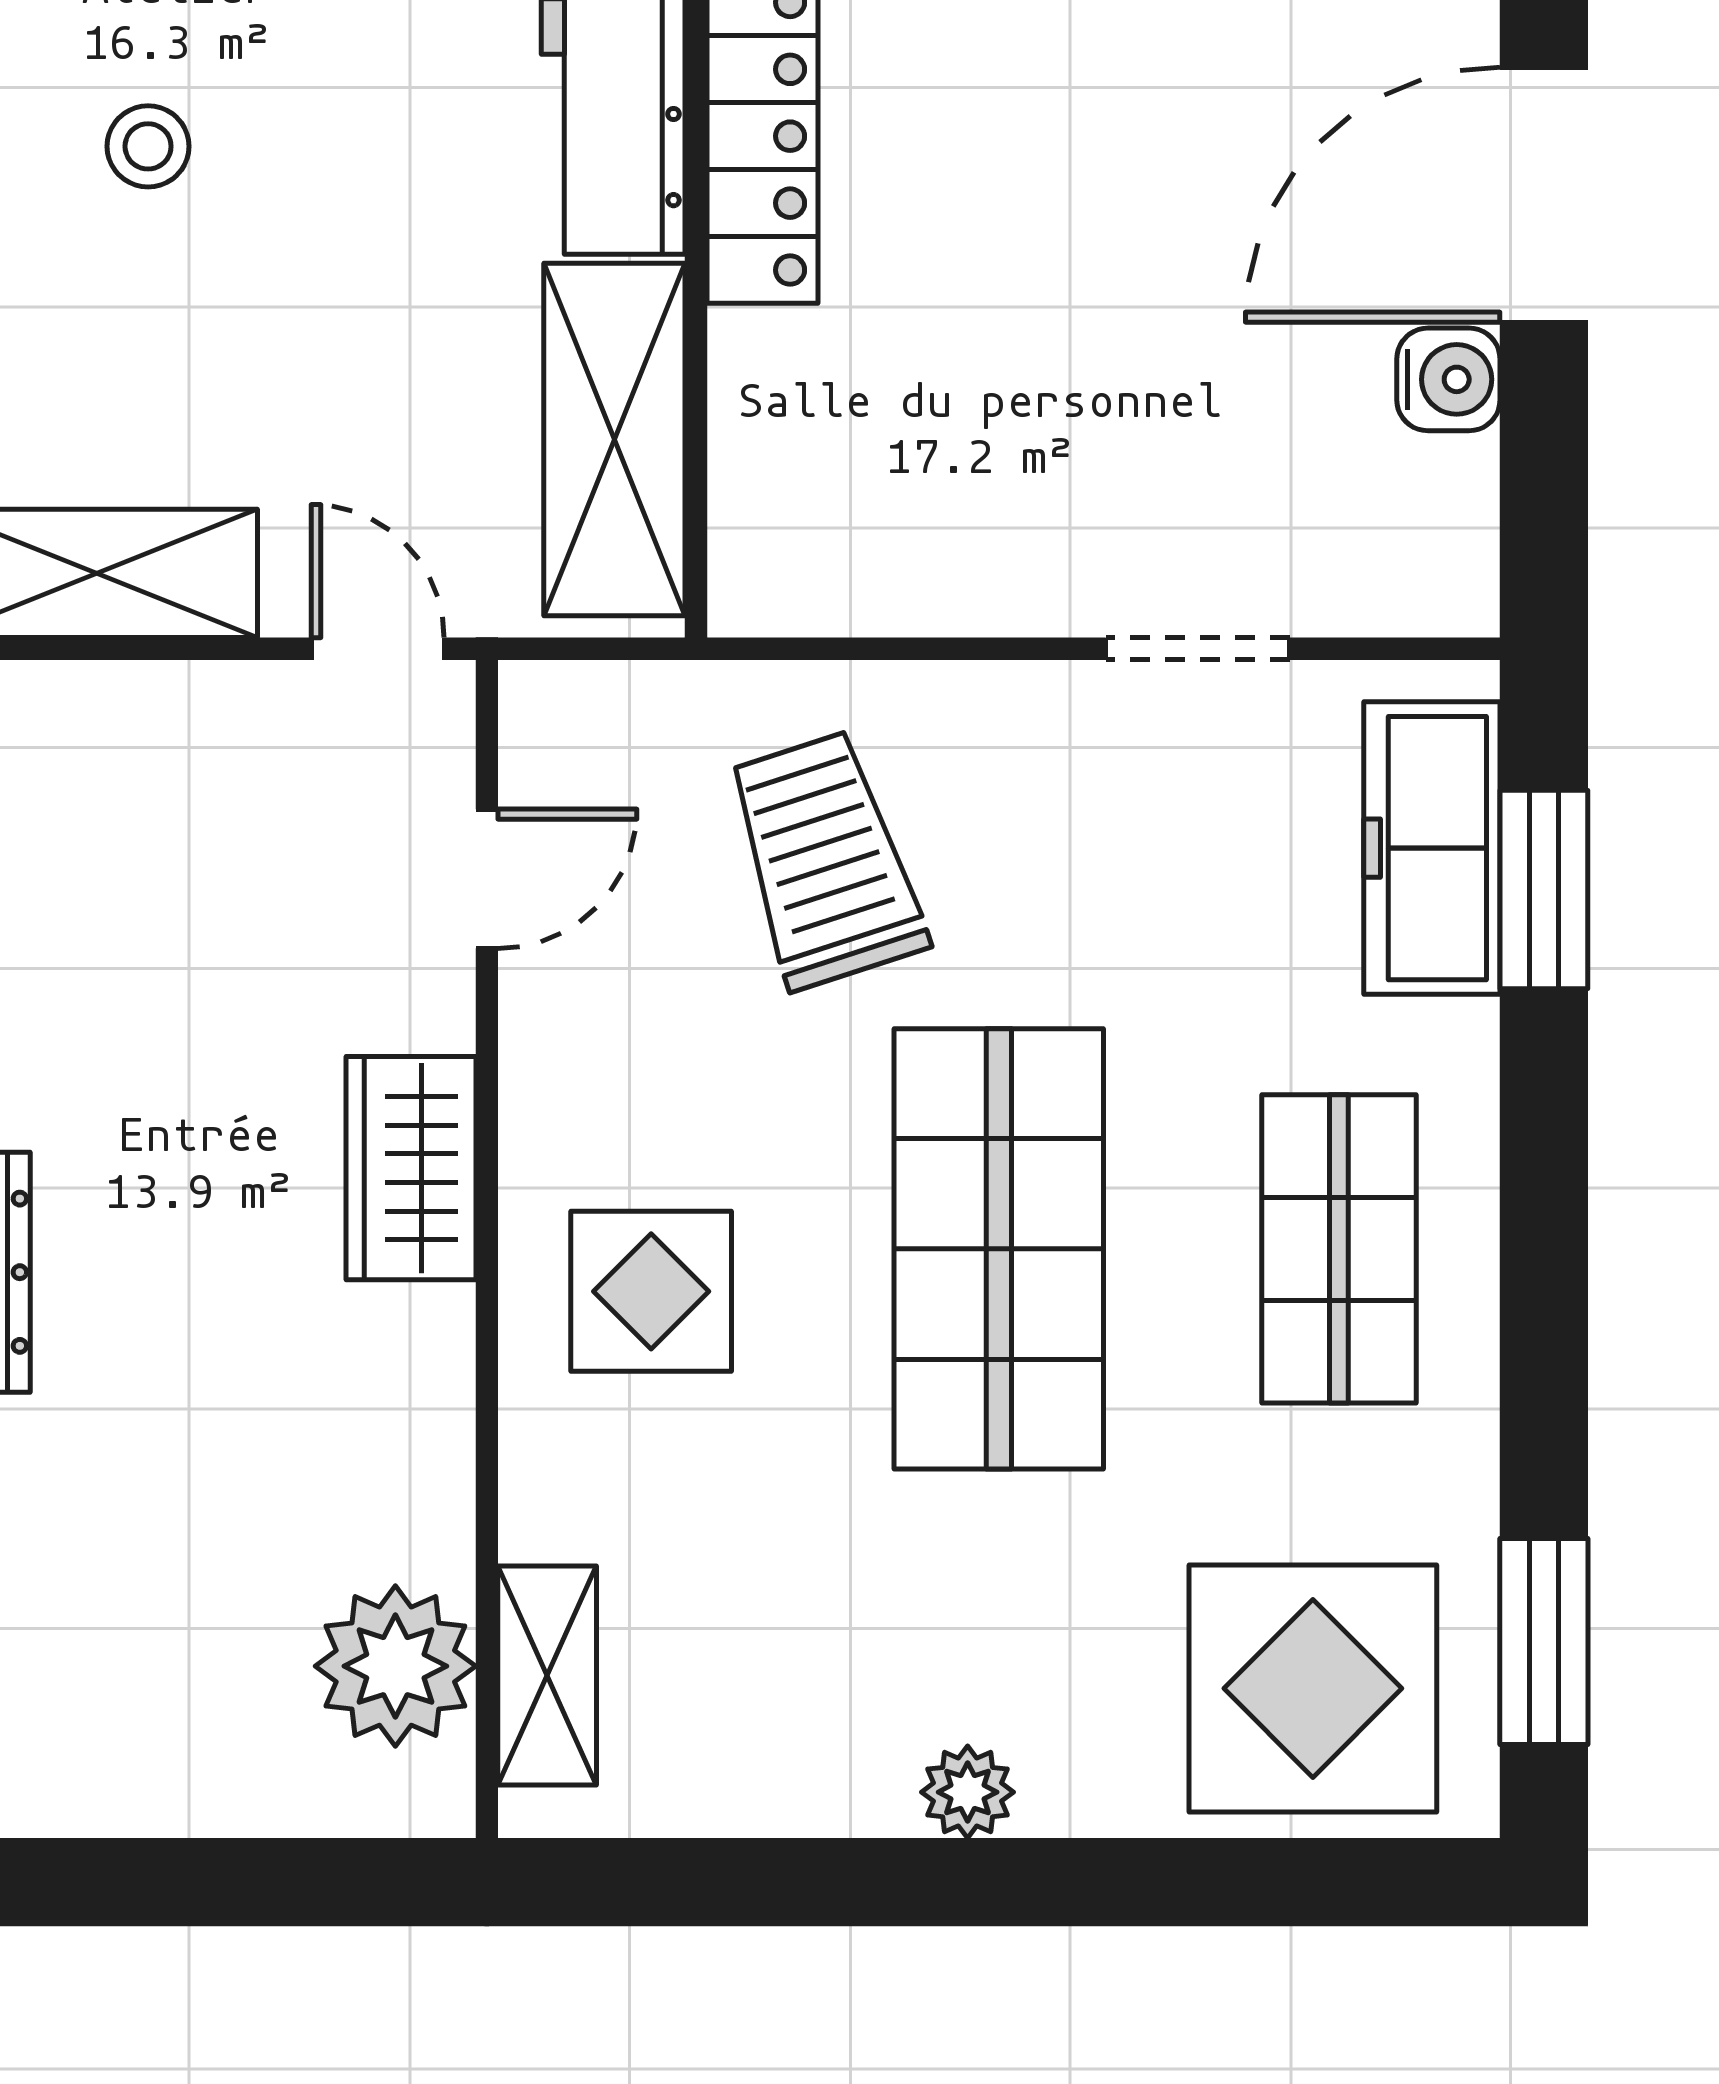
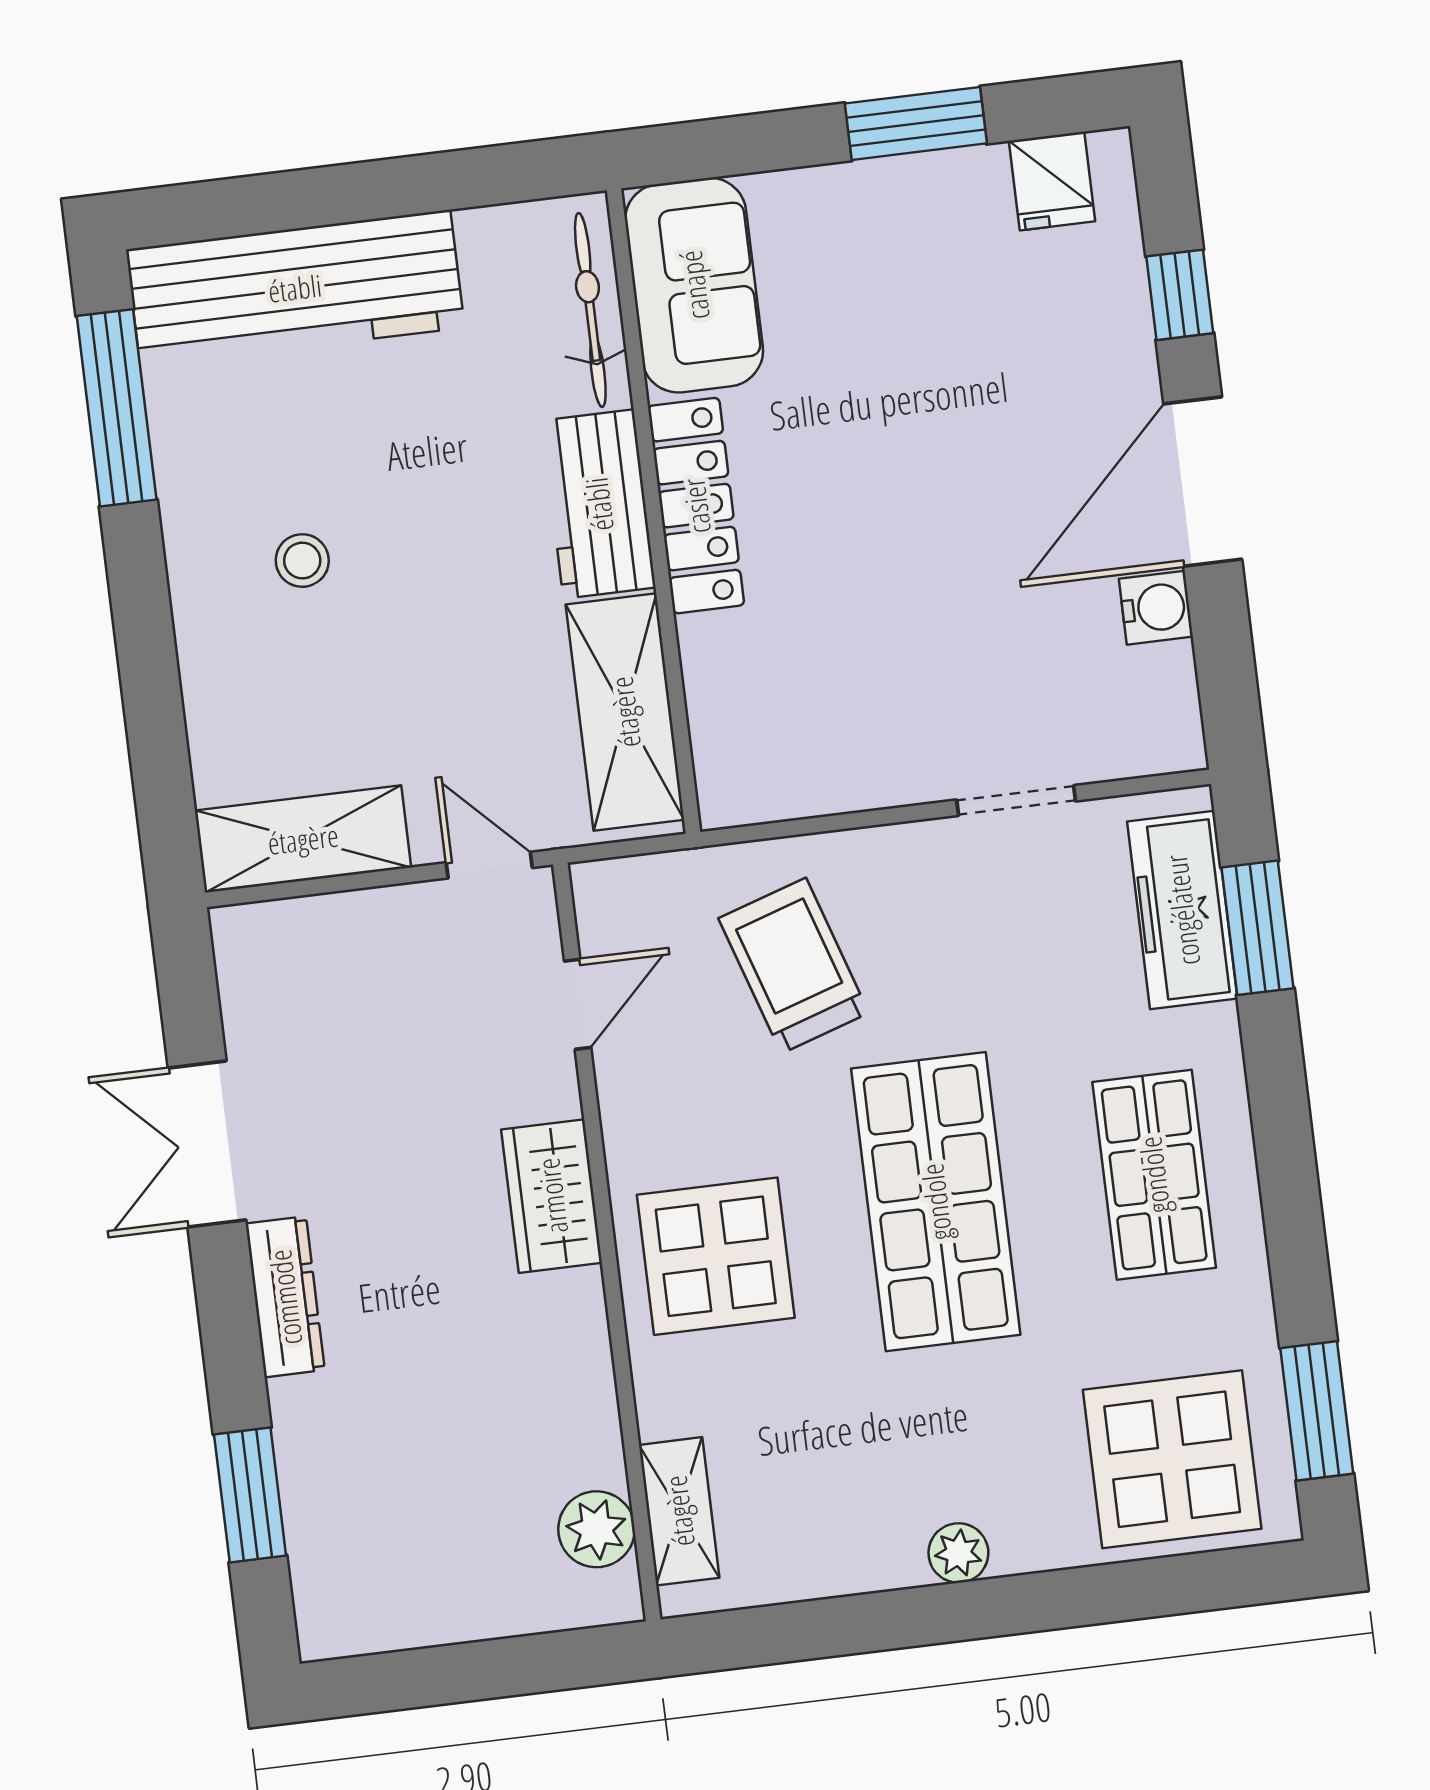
display table: (651, 1291) -> (716, 1256), width x1.36, depth x1.36
plant: (395, 1666) -> (596, 1529), width x0.73, depth x0.73

